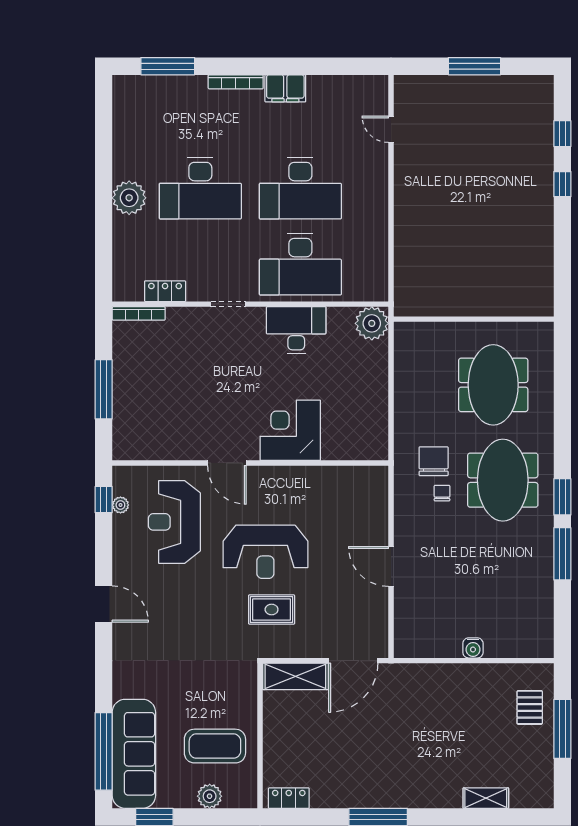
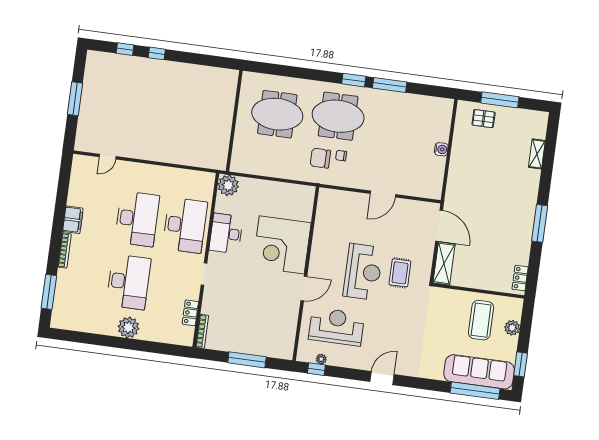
corner desk: (290, 430) -> (282, 245), width x1.36, depth x1.36
reception desk: (174, 522) -> (336, 327), turned 180

